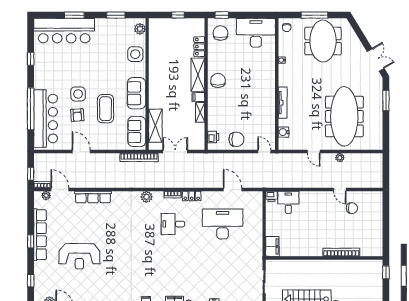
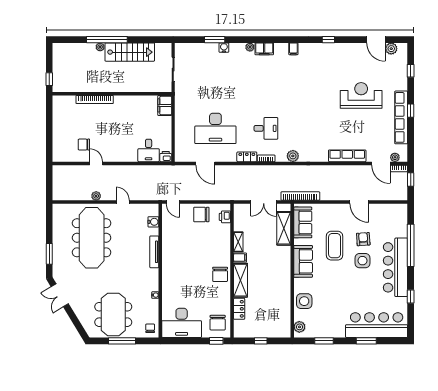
bar counter: (46, 119) -> (395, 267), moved

